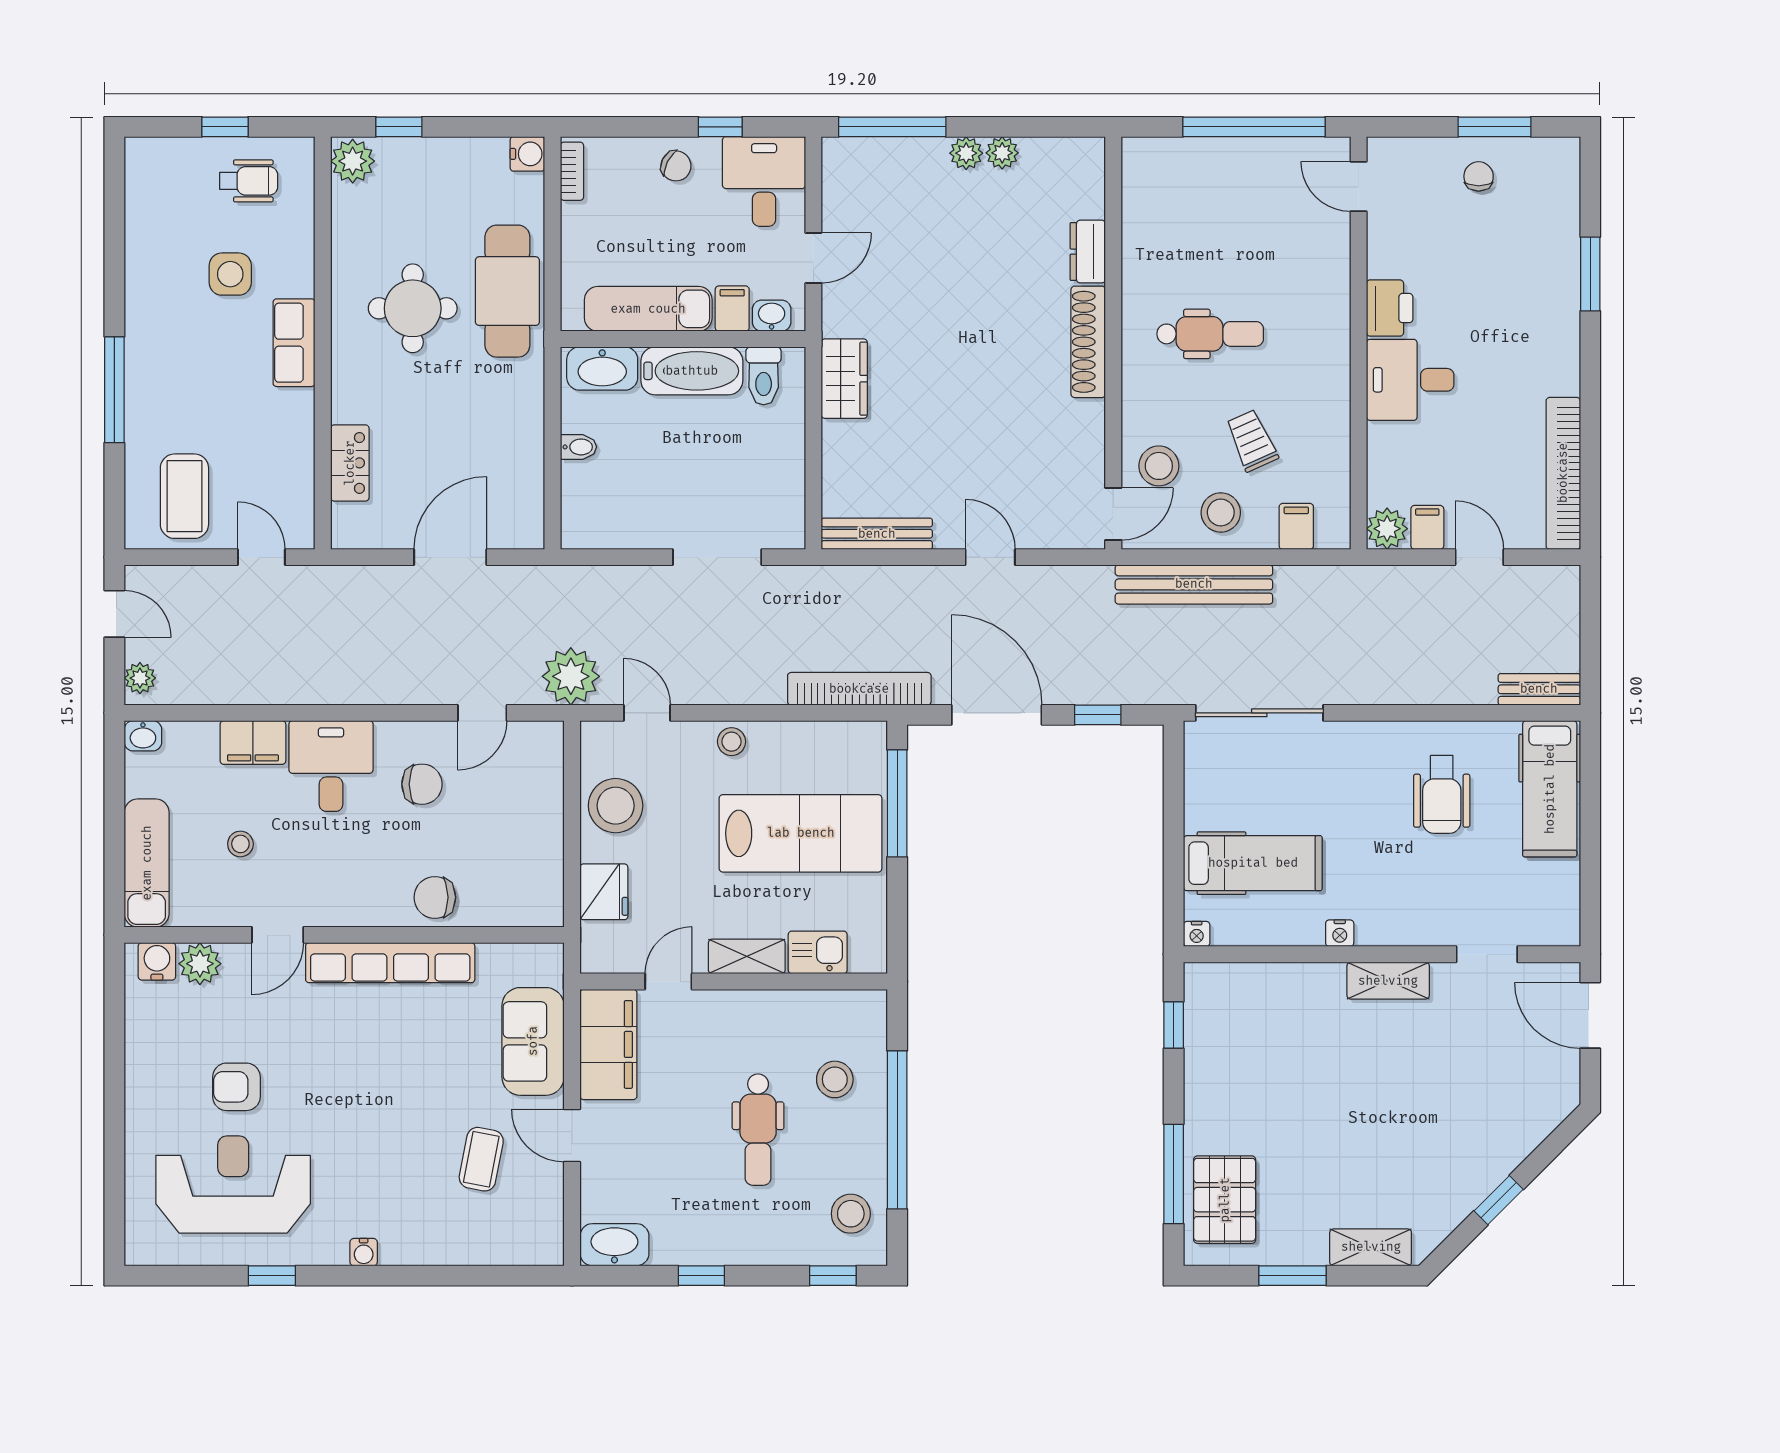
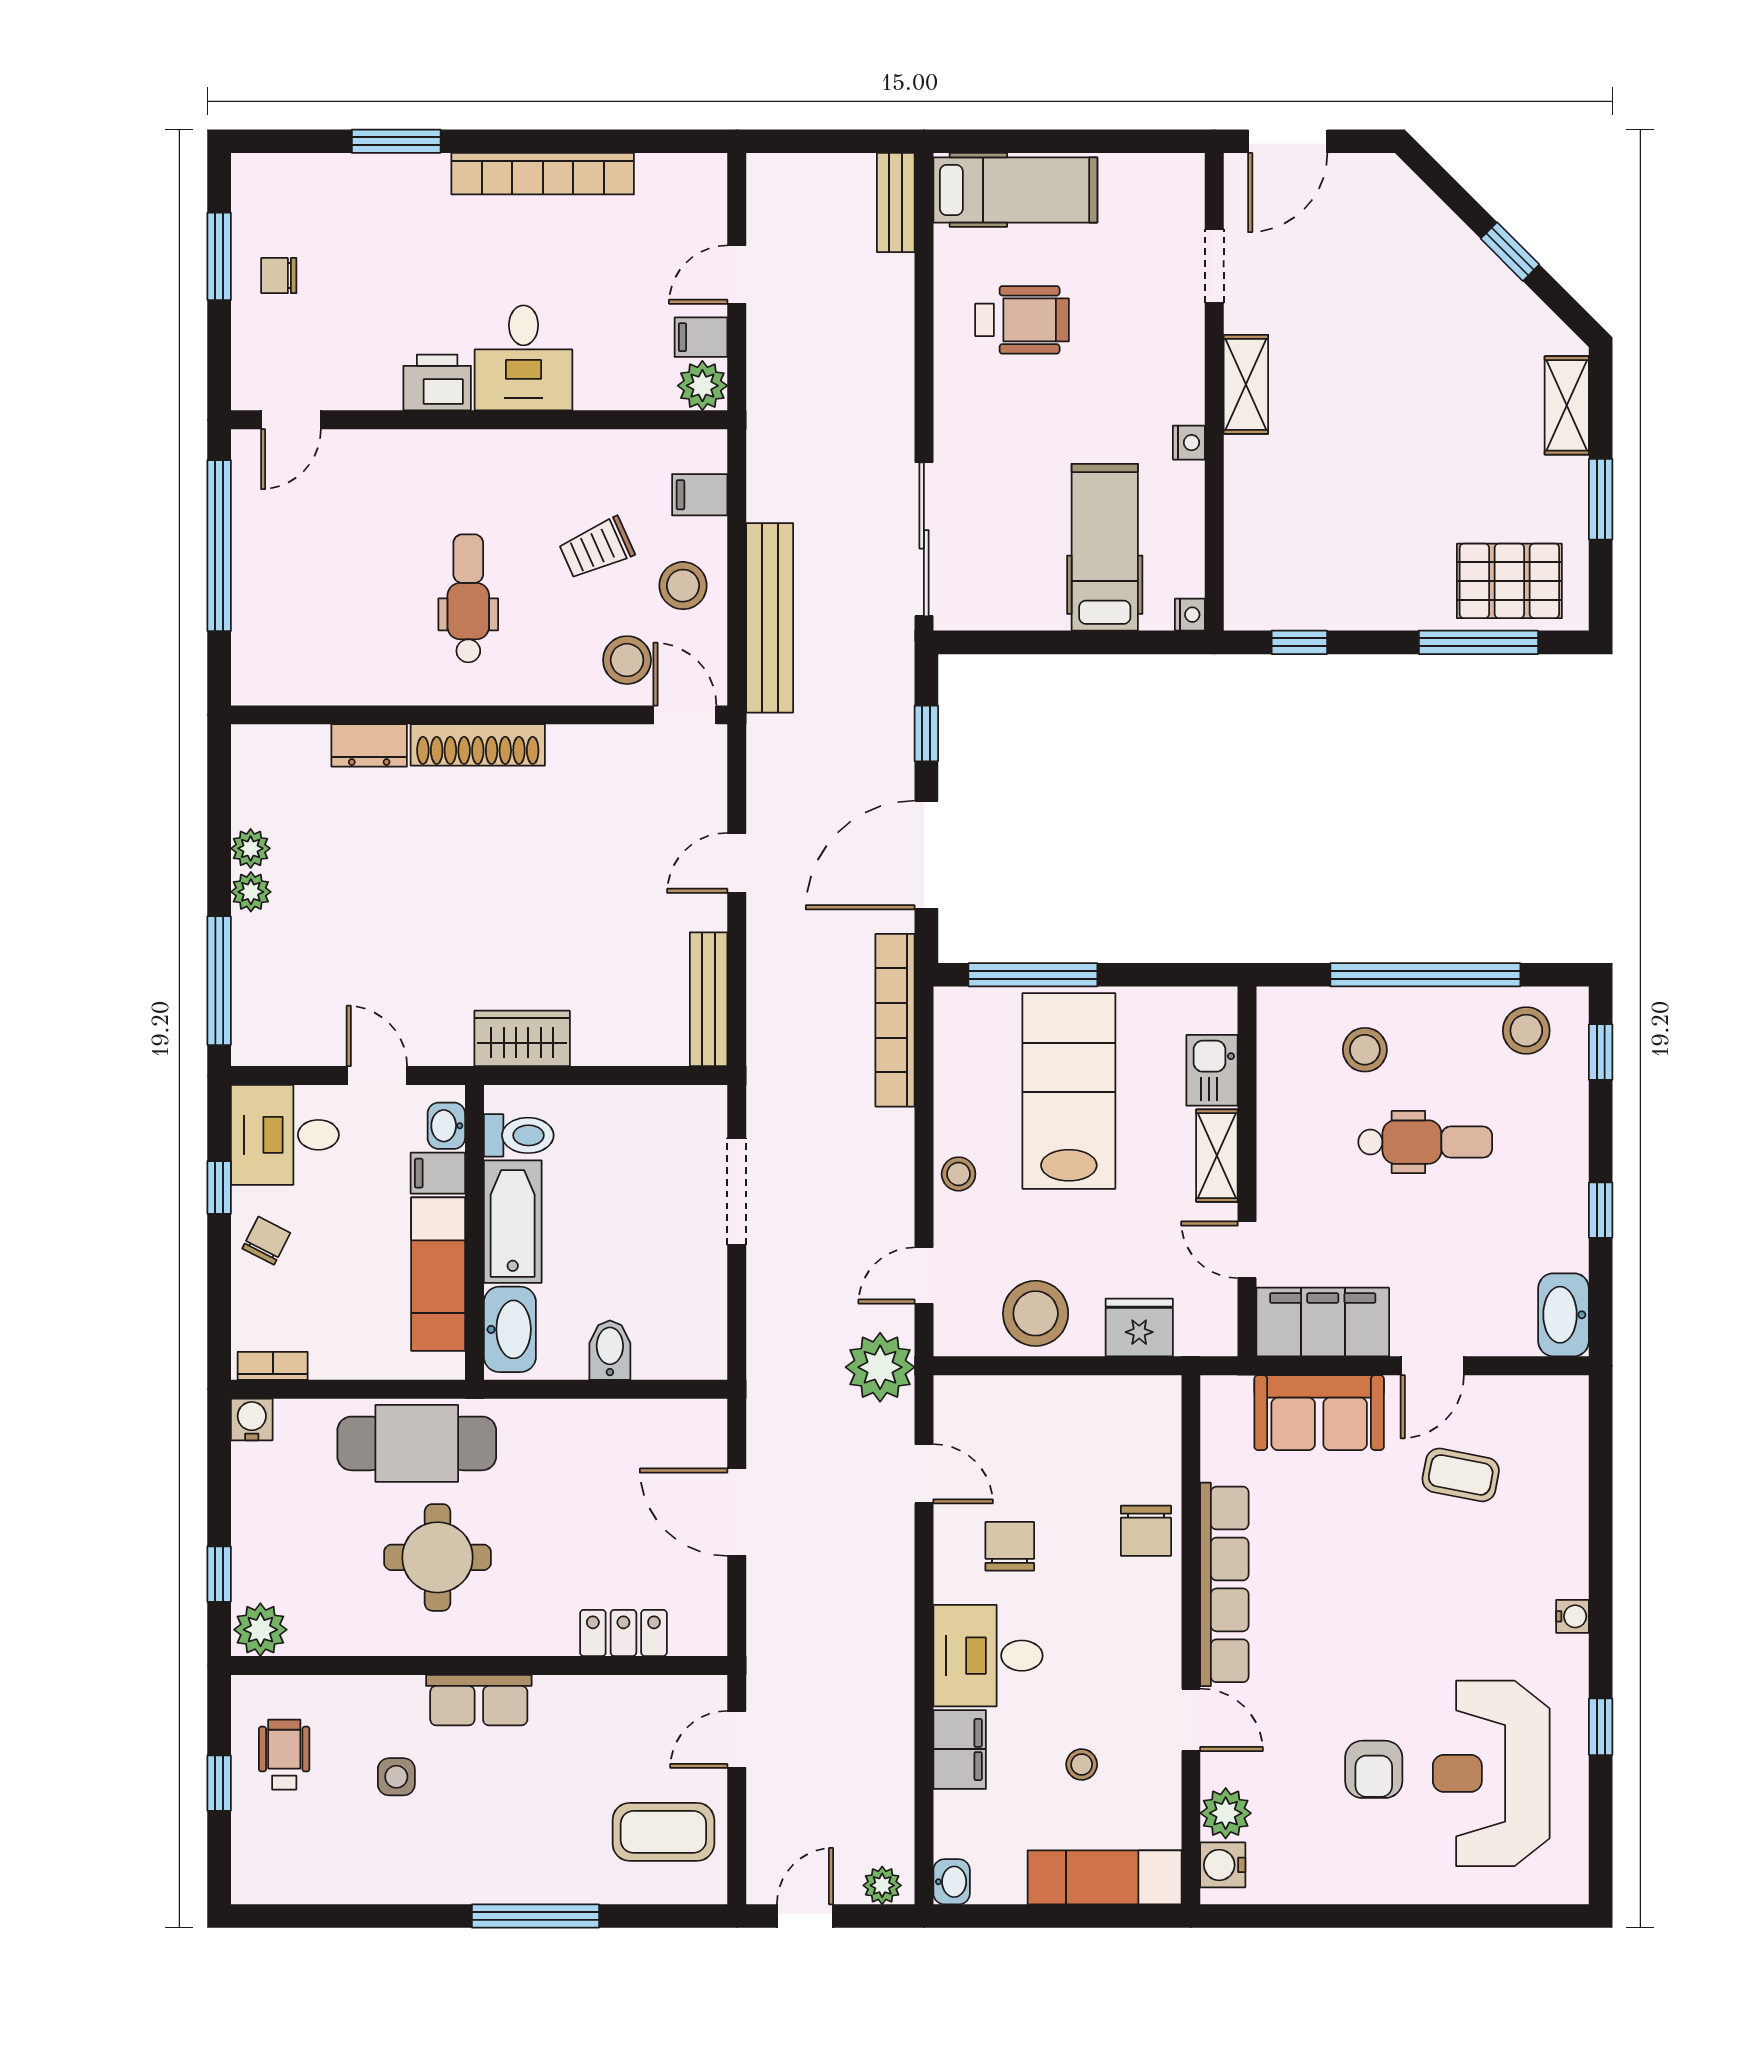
side table: (230, 274) -> (396, 1777), width x0.73, depth x0.73
bidet: (579, 447) -> (610, 1350), width x1.38, depth x1.36
bookcase: (1563, 473) -> (543, 174), moved

